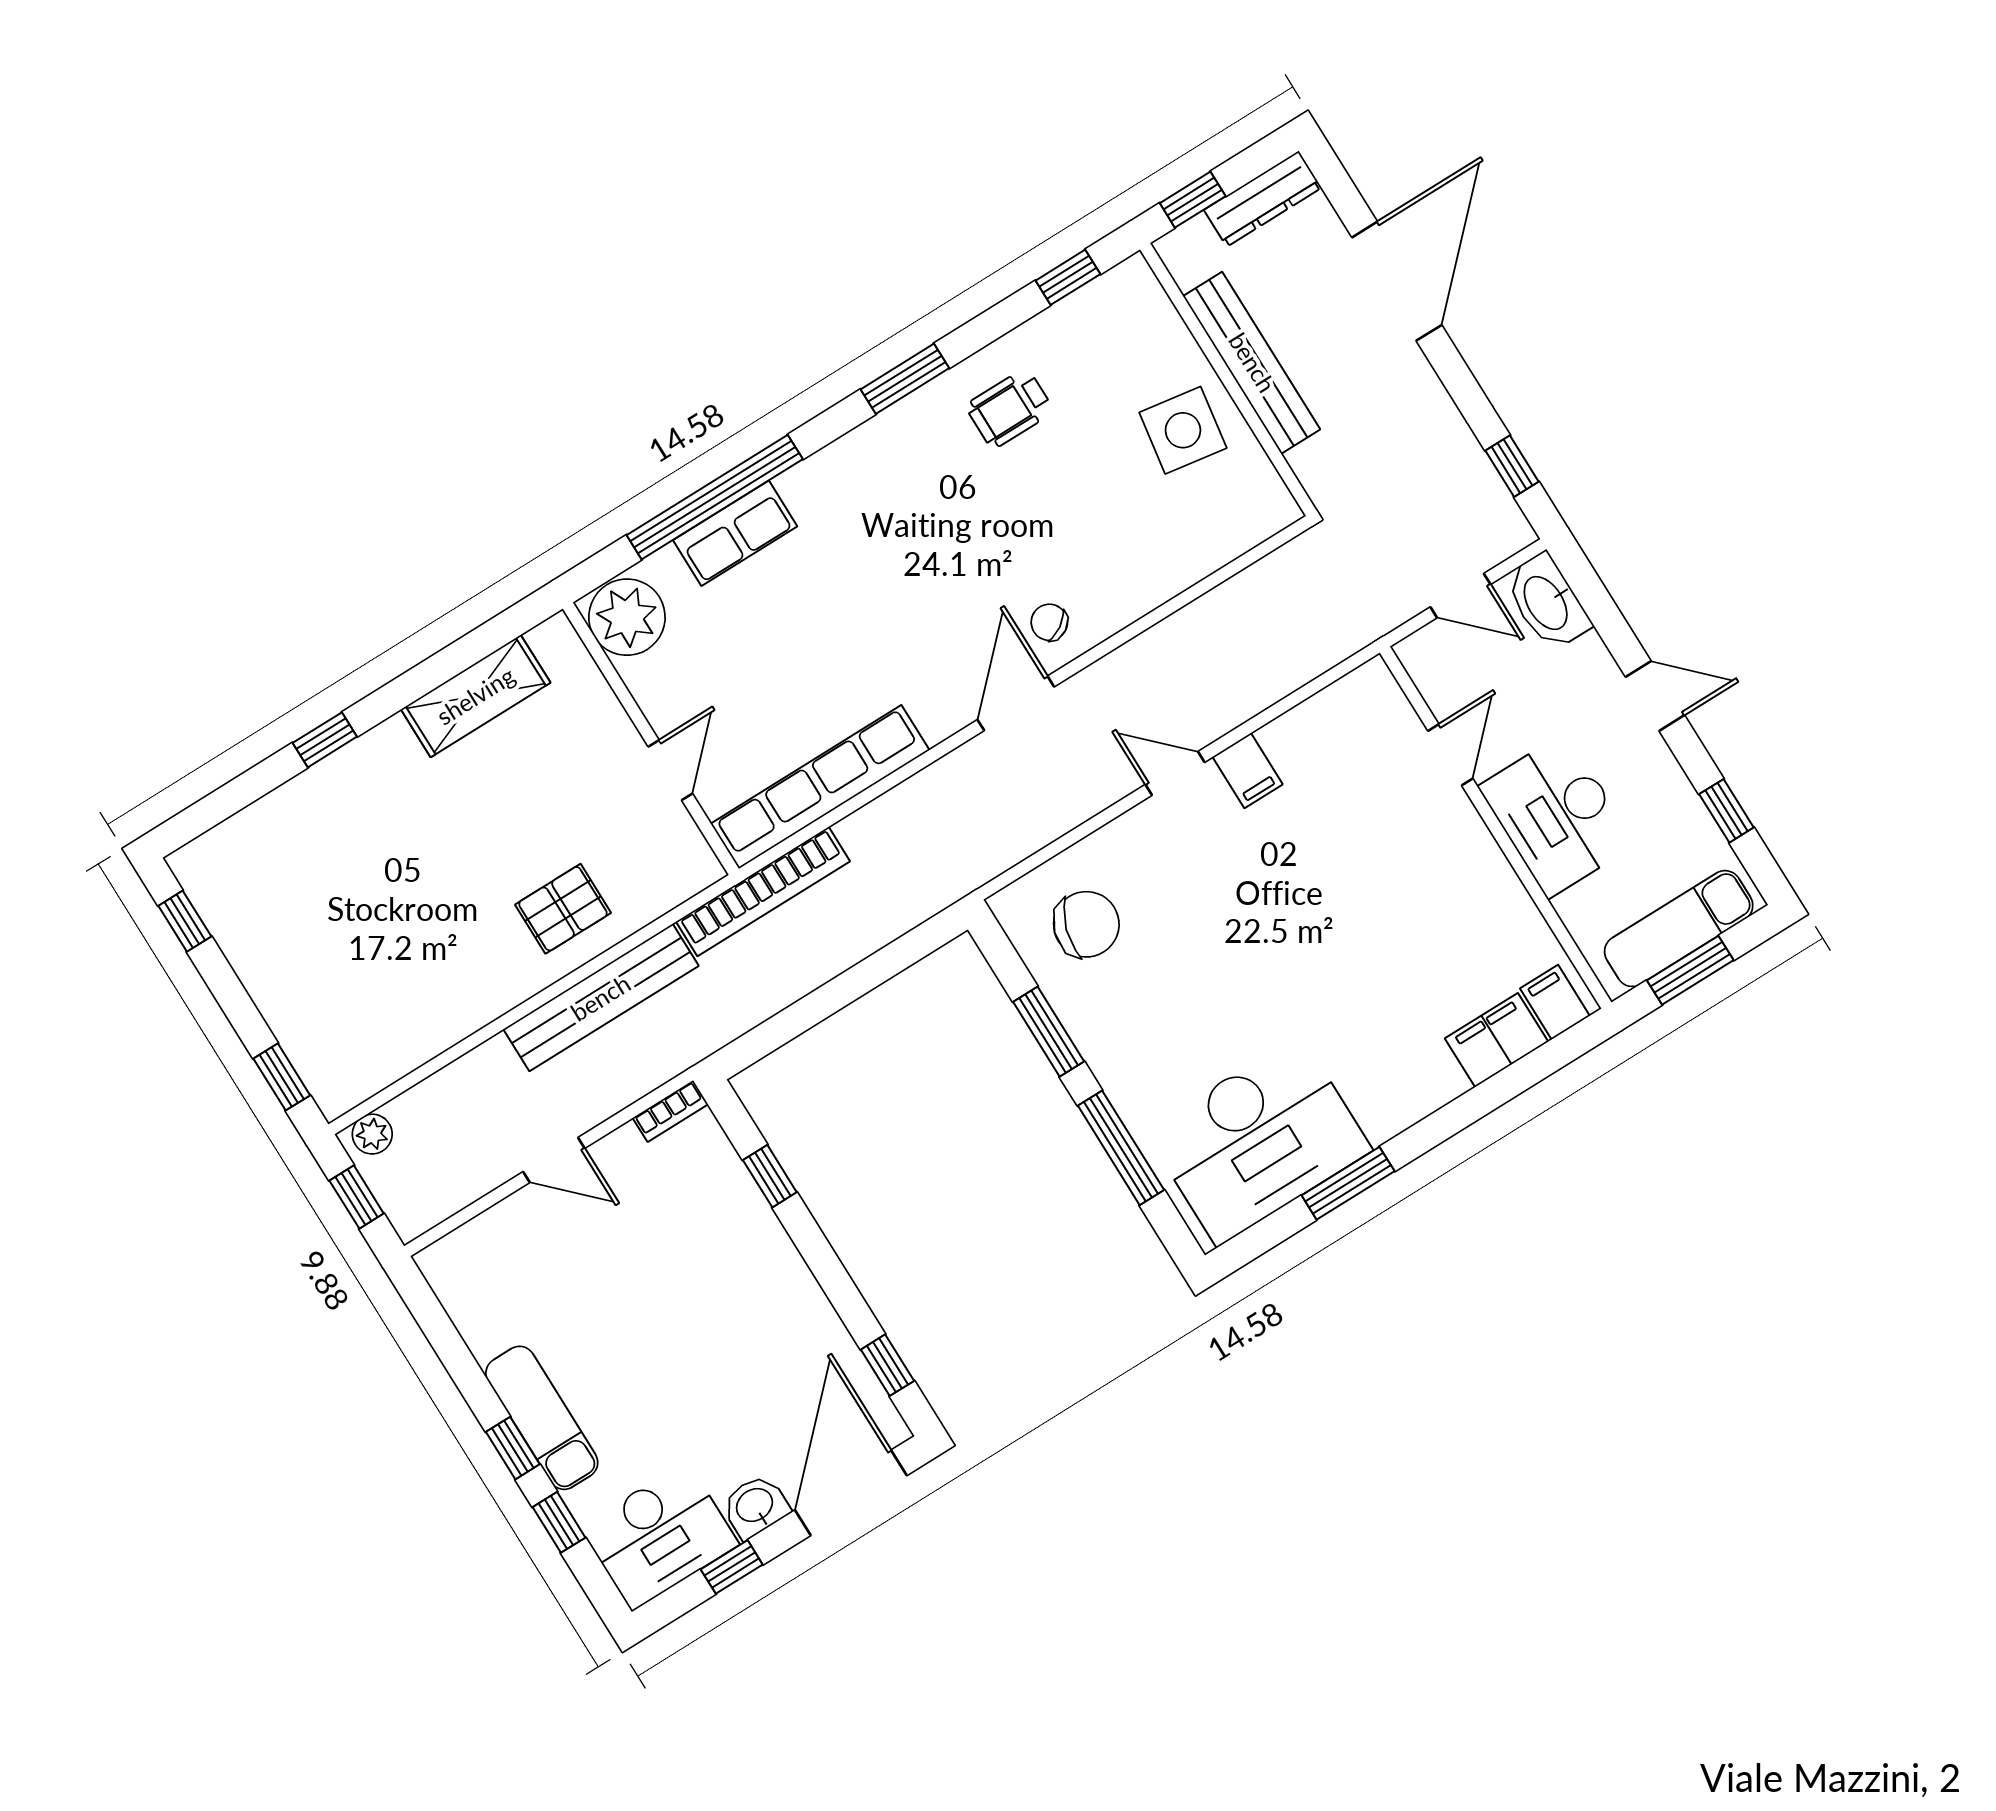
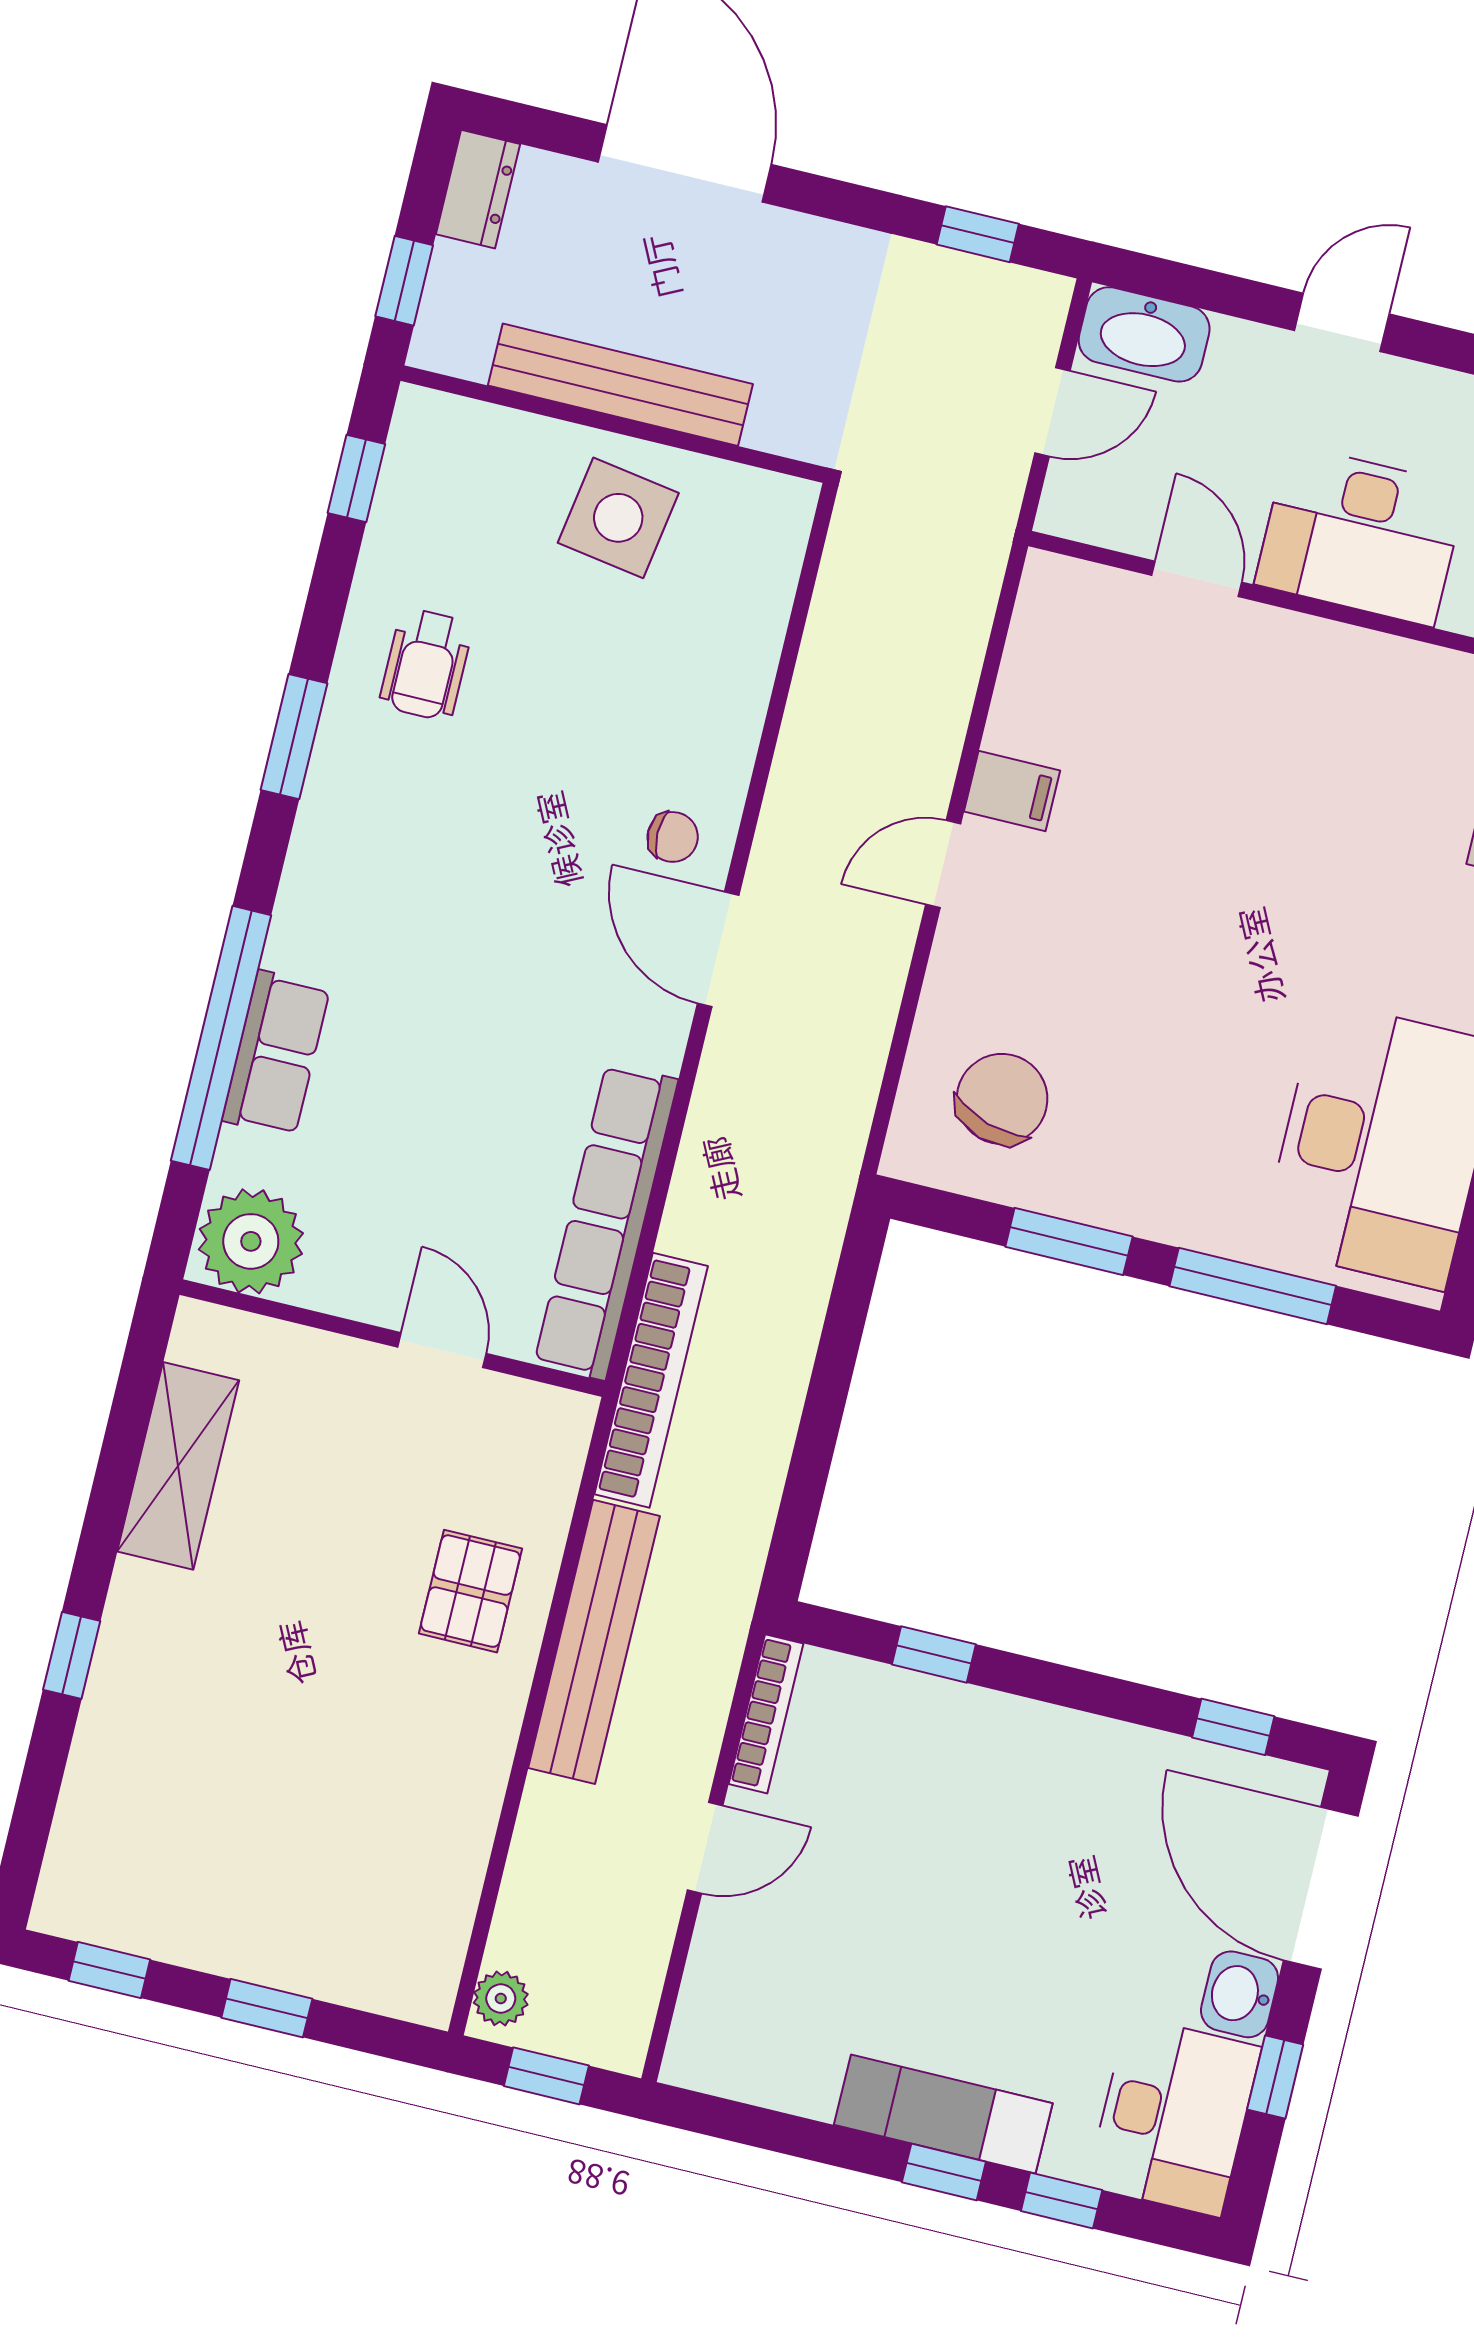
dresser: (1263, 199) -> (478, 189), width x0.70
chair: (1049, 622) -> (673, 837), turned -147
window: (282, 1077) -> (267, 2008), moved
bookcase: (670, 1111) -> (766, 1714), width x1.56

